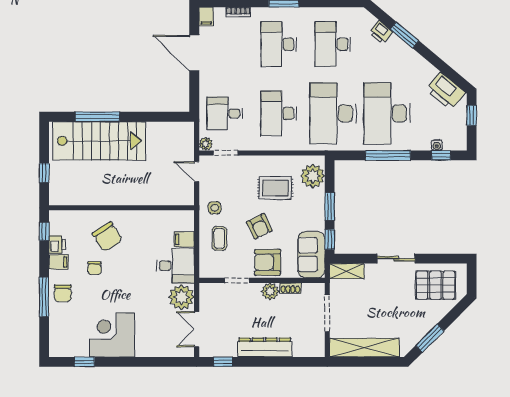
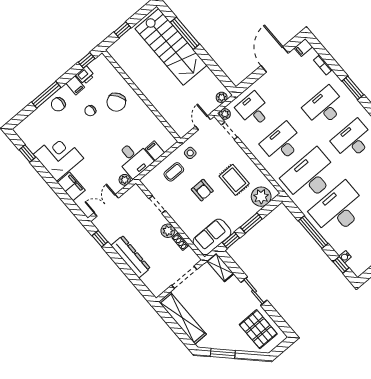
plant: (187, 134) -> (222, 97), added
armchair: (259, 226) -> (202, 190), turned -64
armchair: (268, 262) -> (184, 214), removed
plant: (181, 297) -> (125, 180), width x0.53, depth x0.53
filing cabinet: (151, 347) -> (71, 186), added

